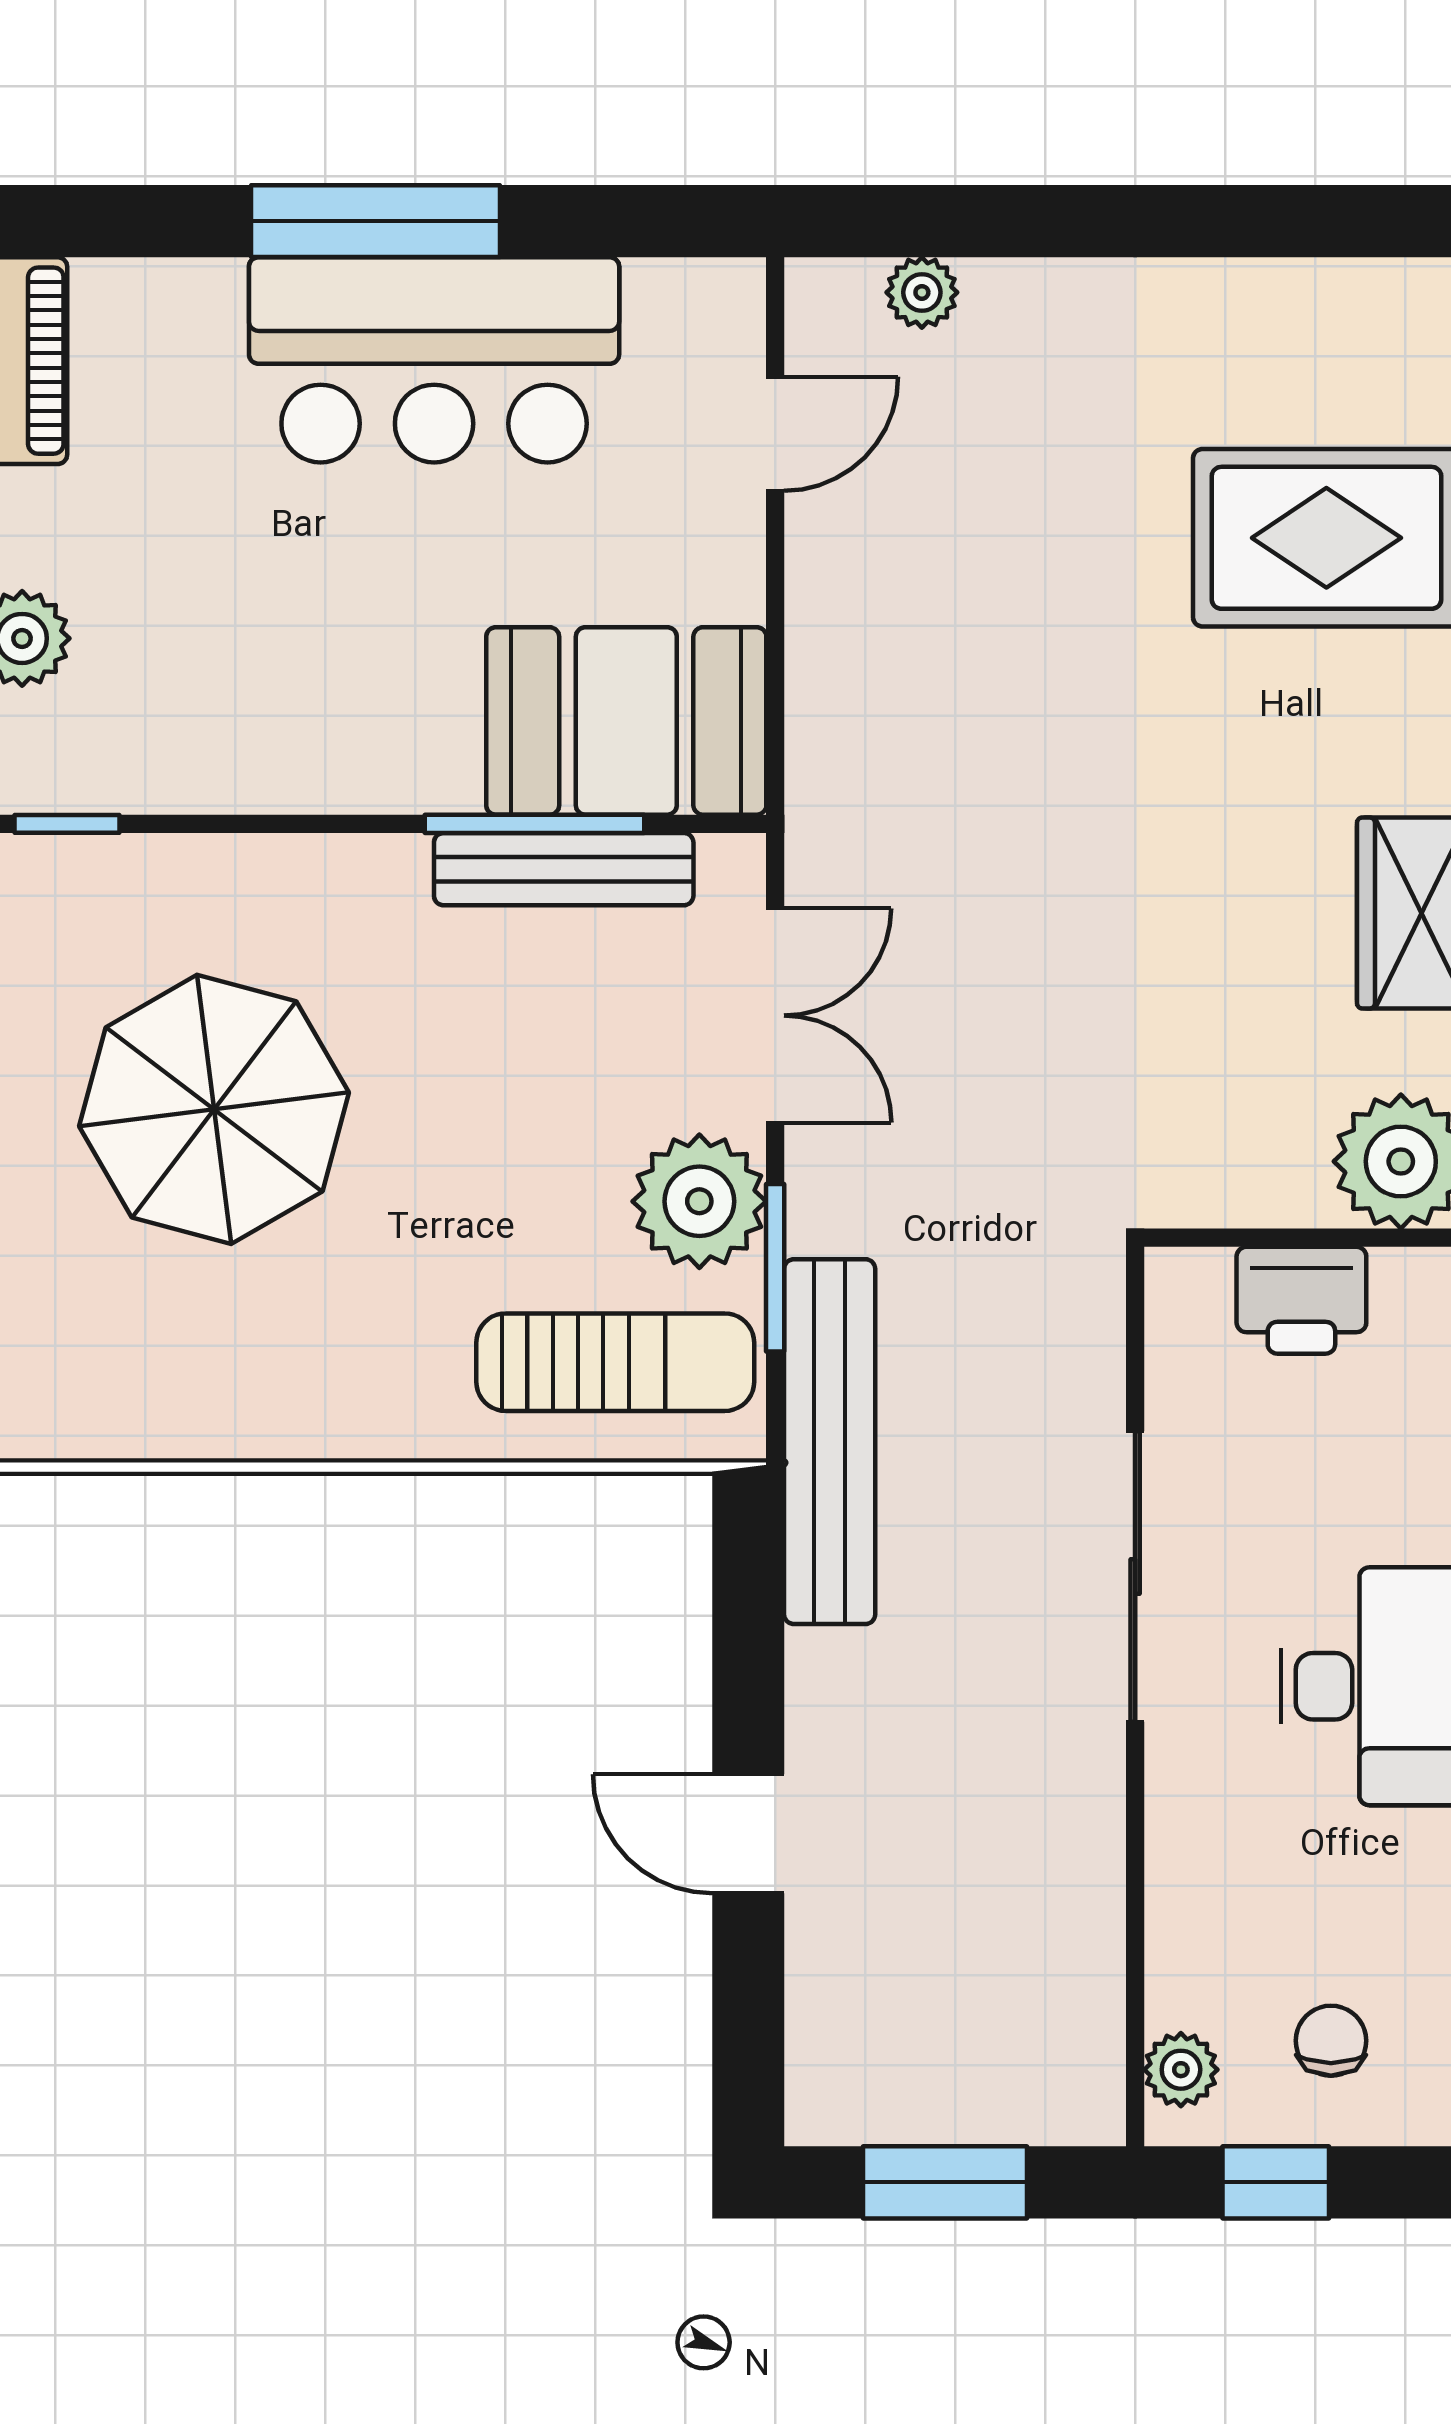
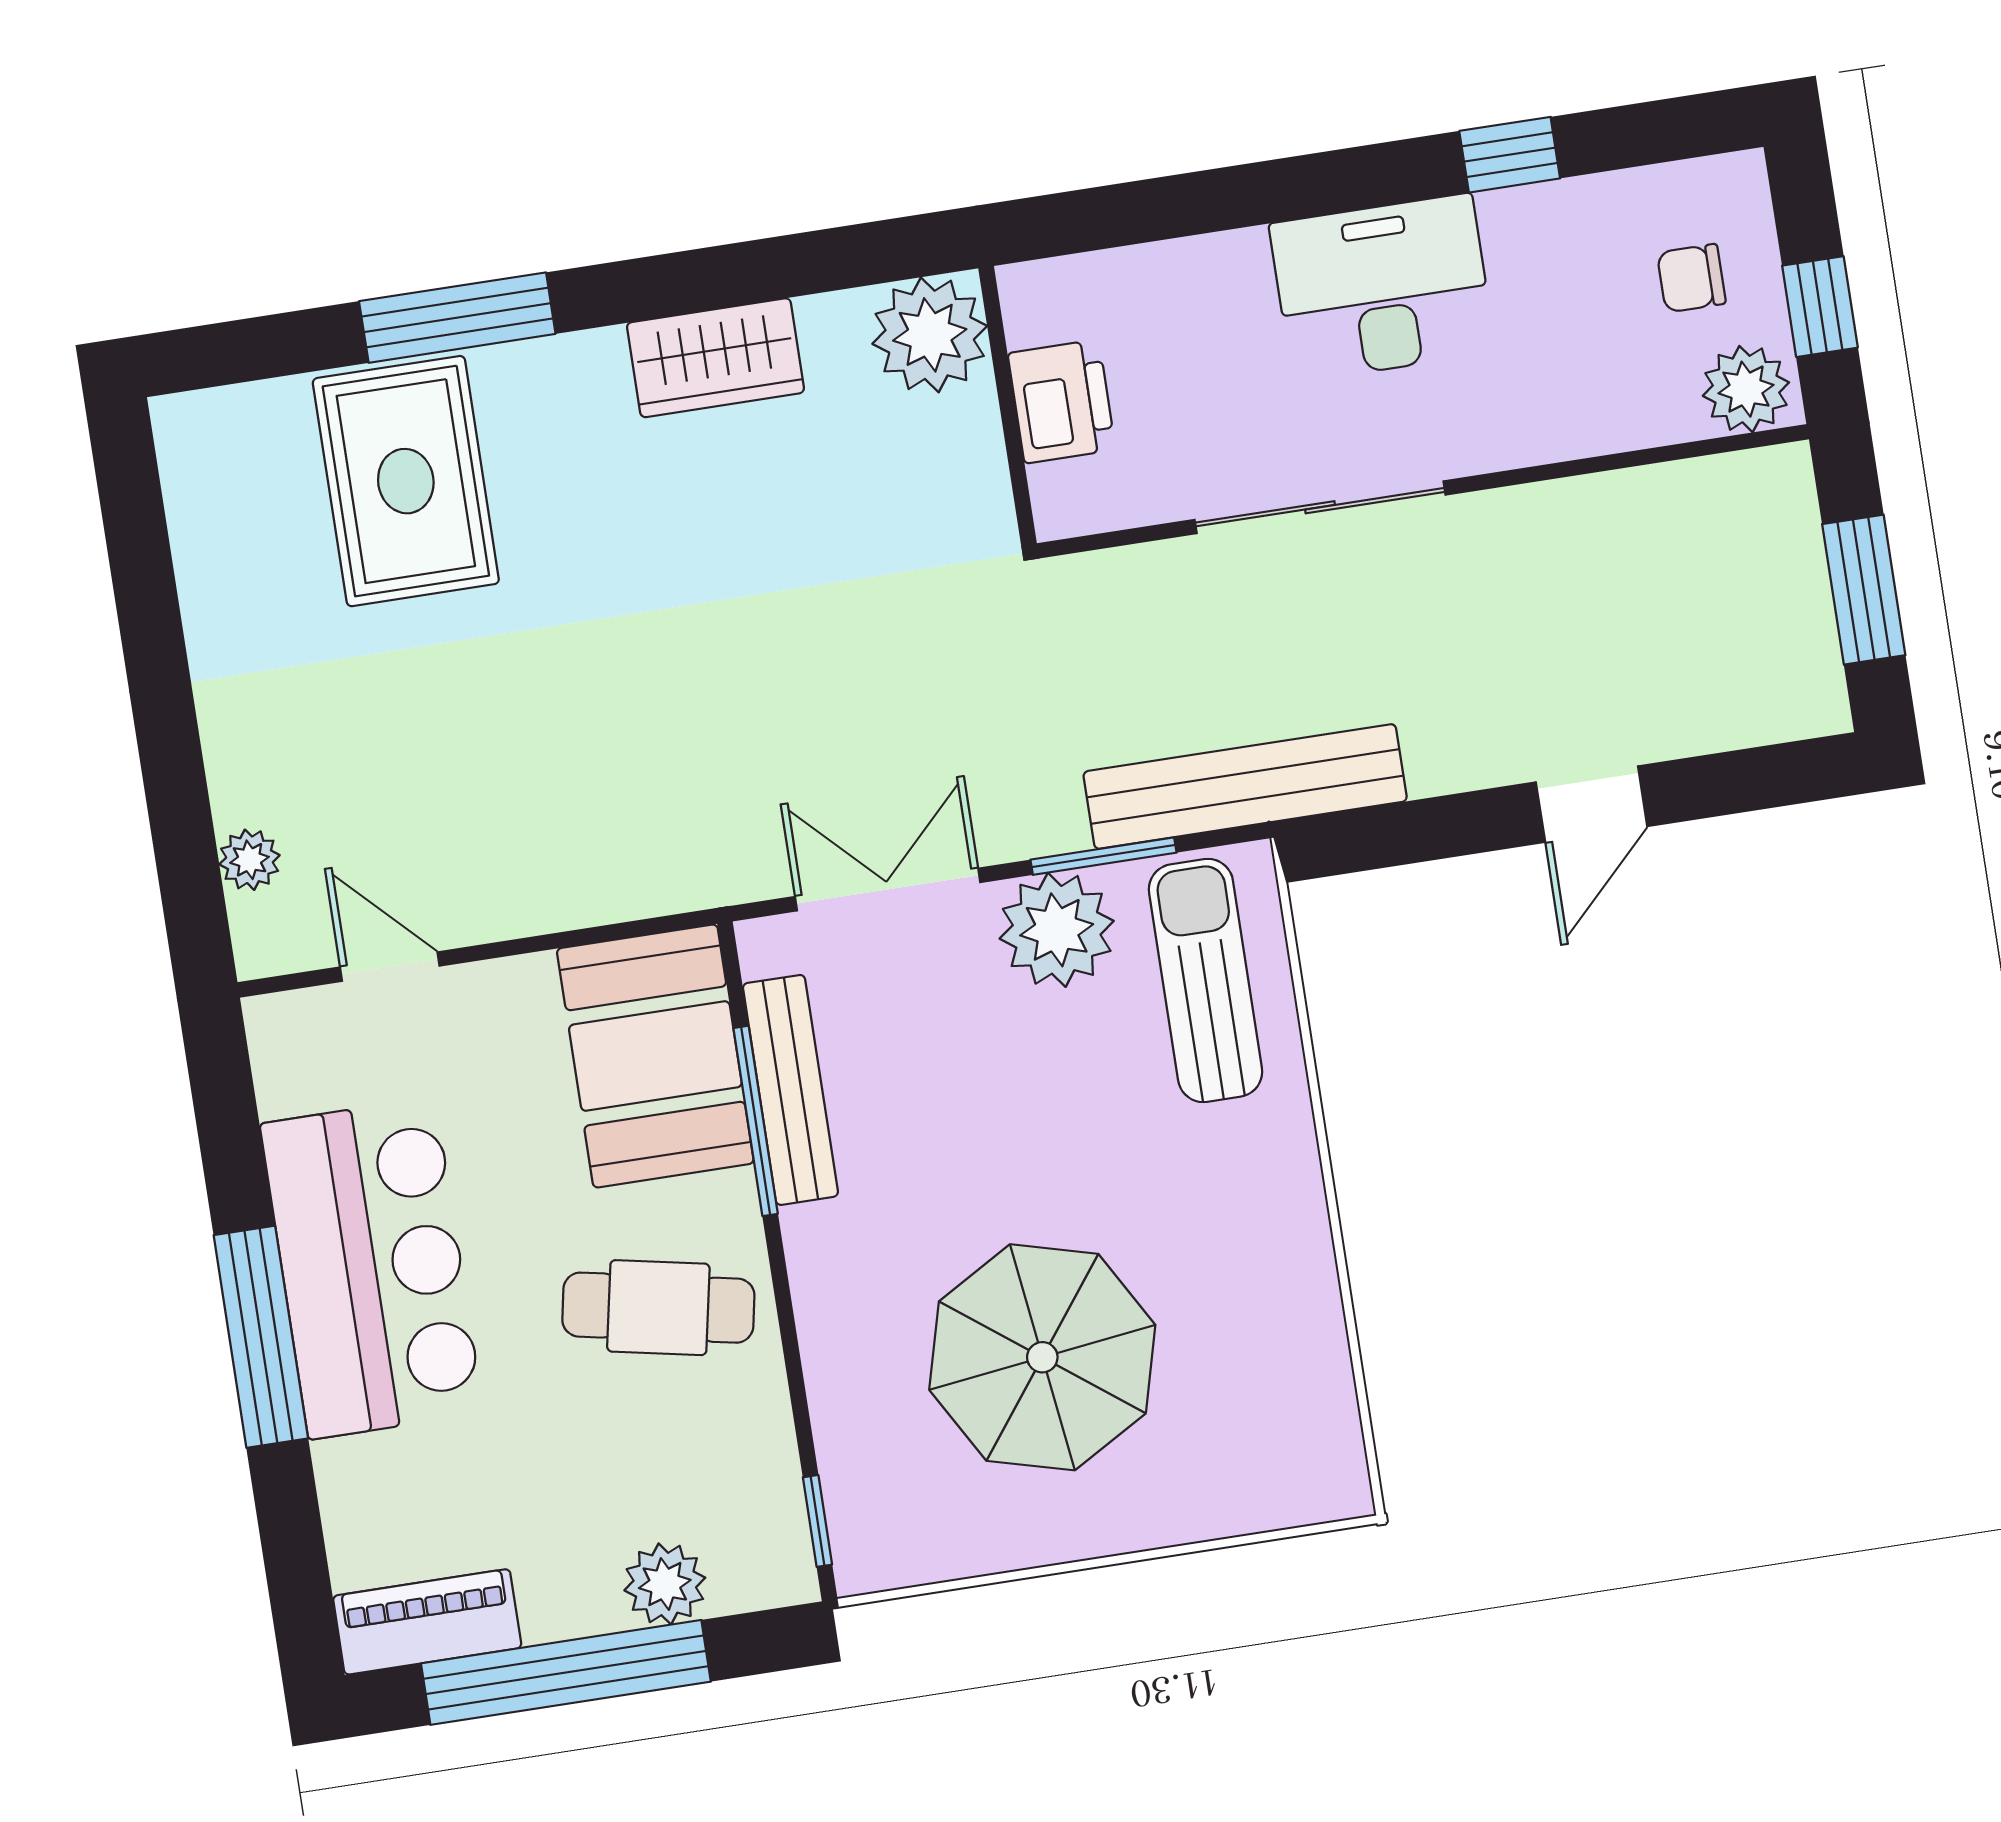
cafe table: (339, 680) -> (658, 1308), added
plant: (1181, 2070) -> (1746, 389), width x1.38, depth x1.38

